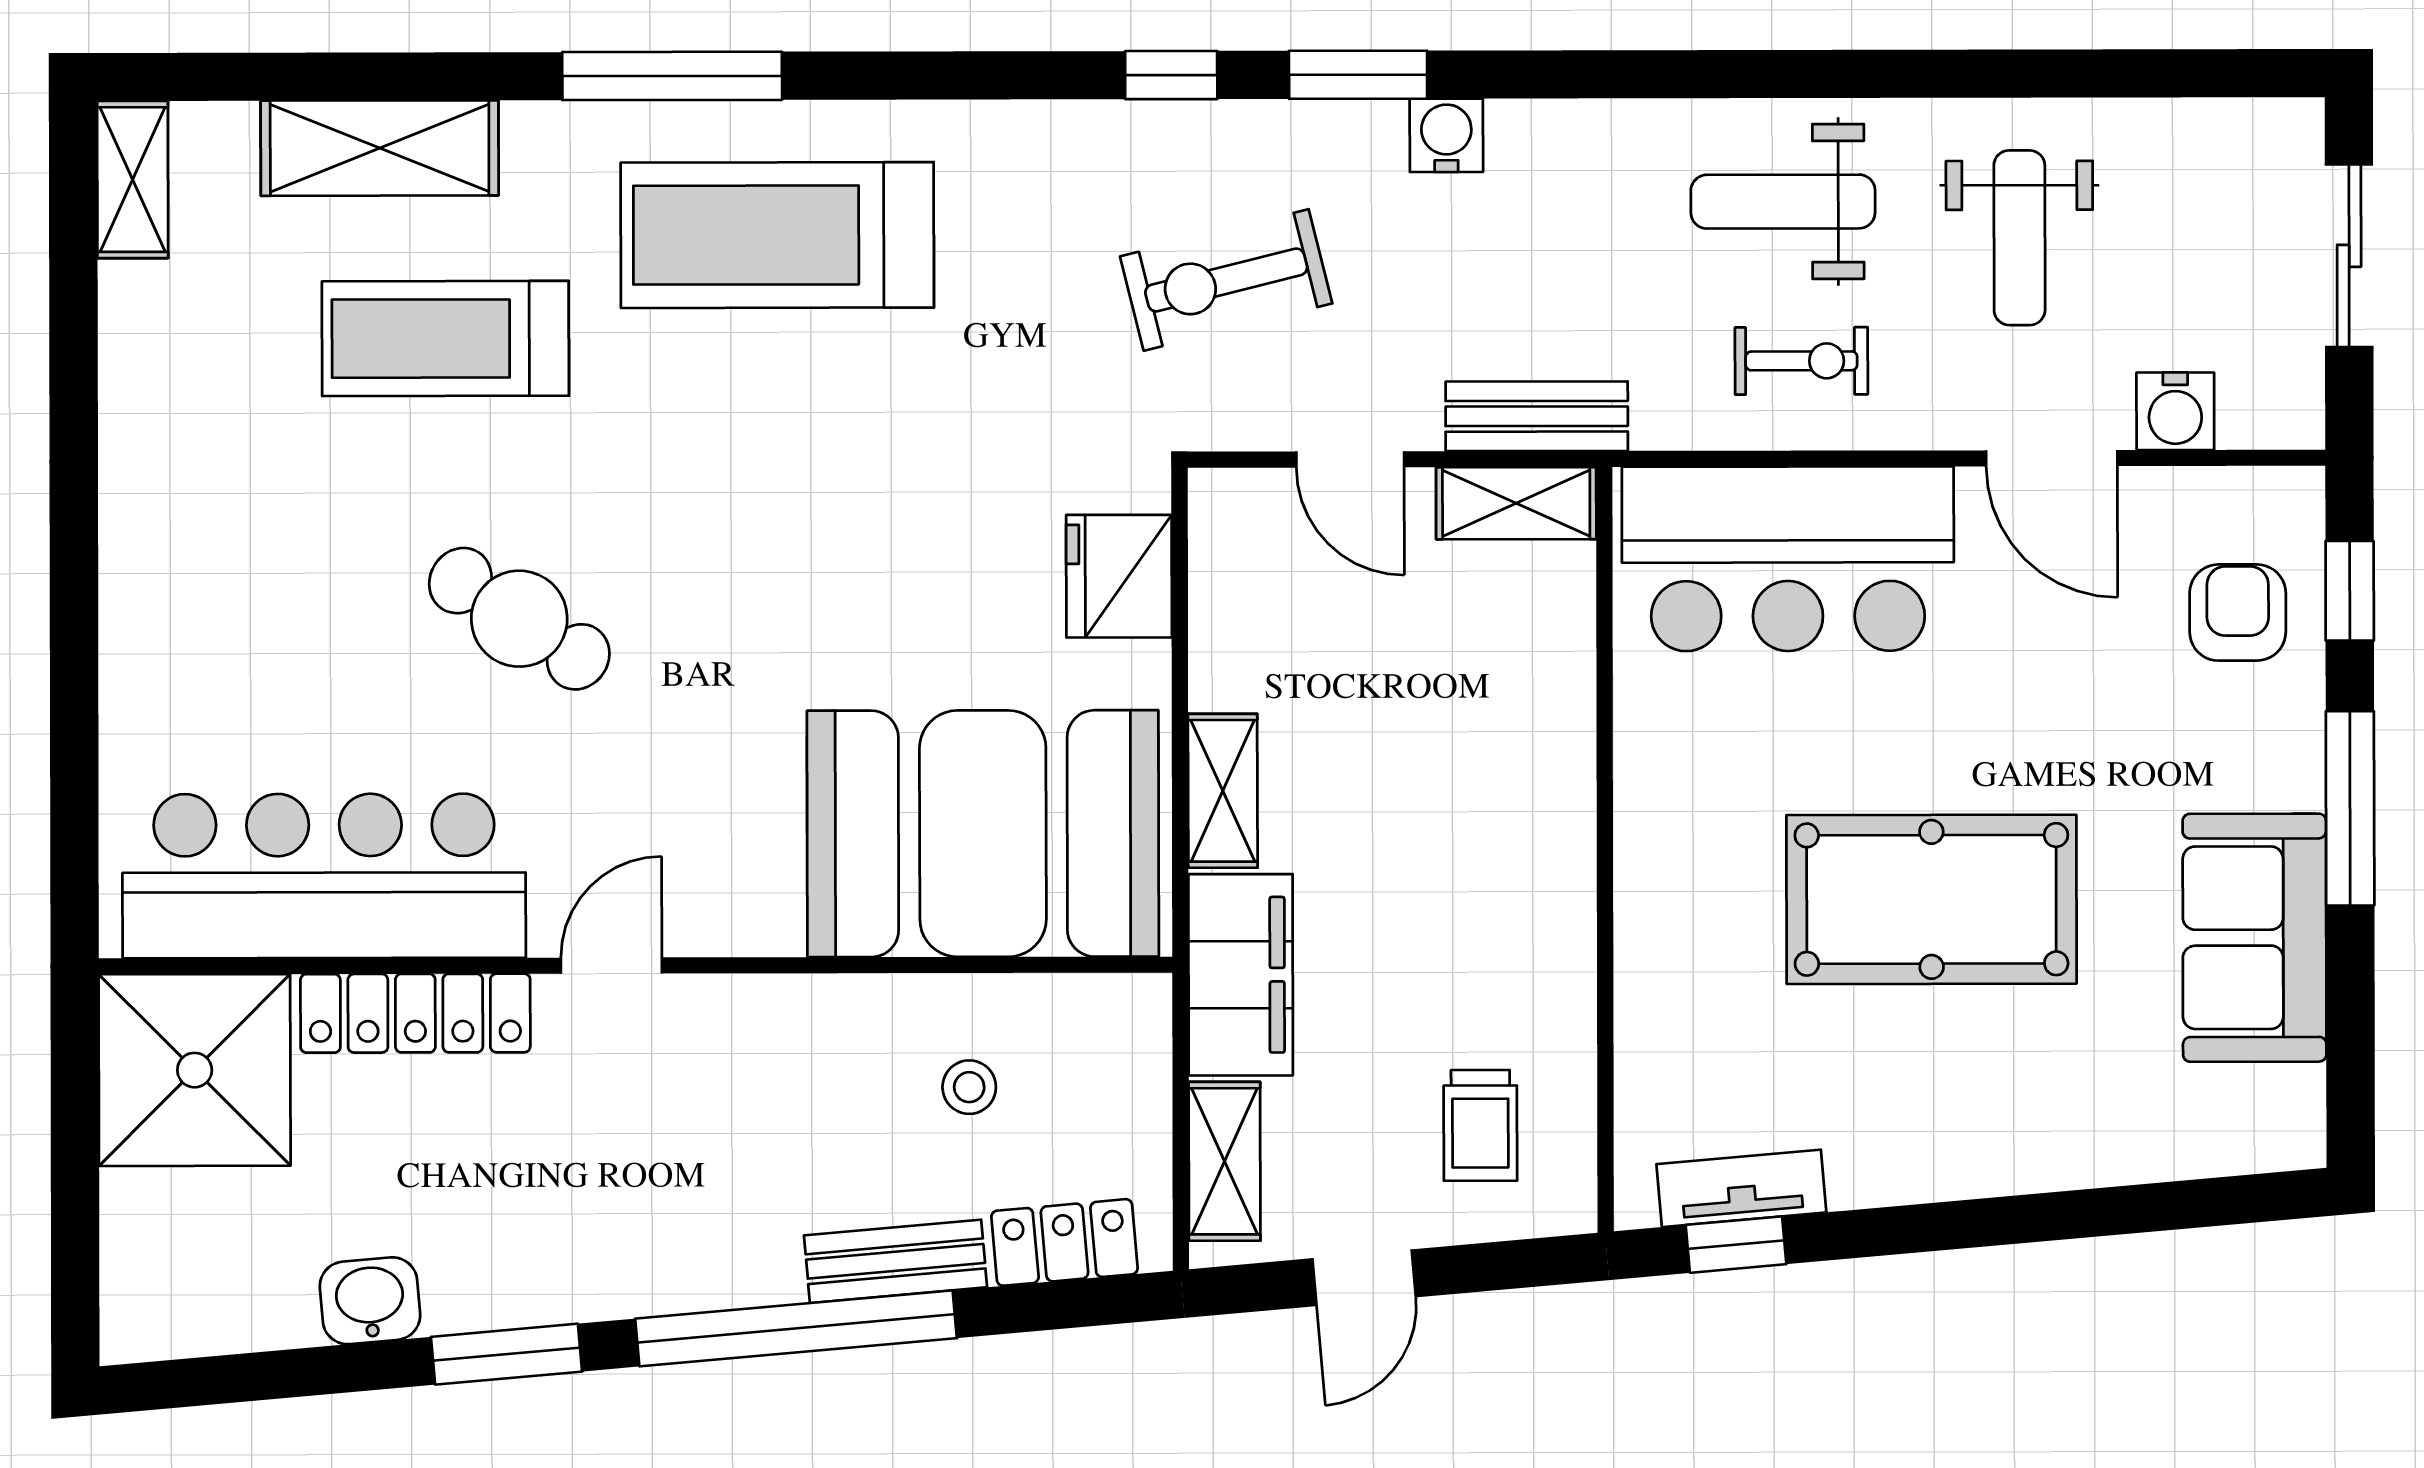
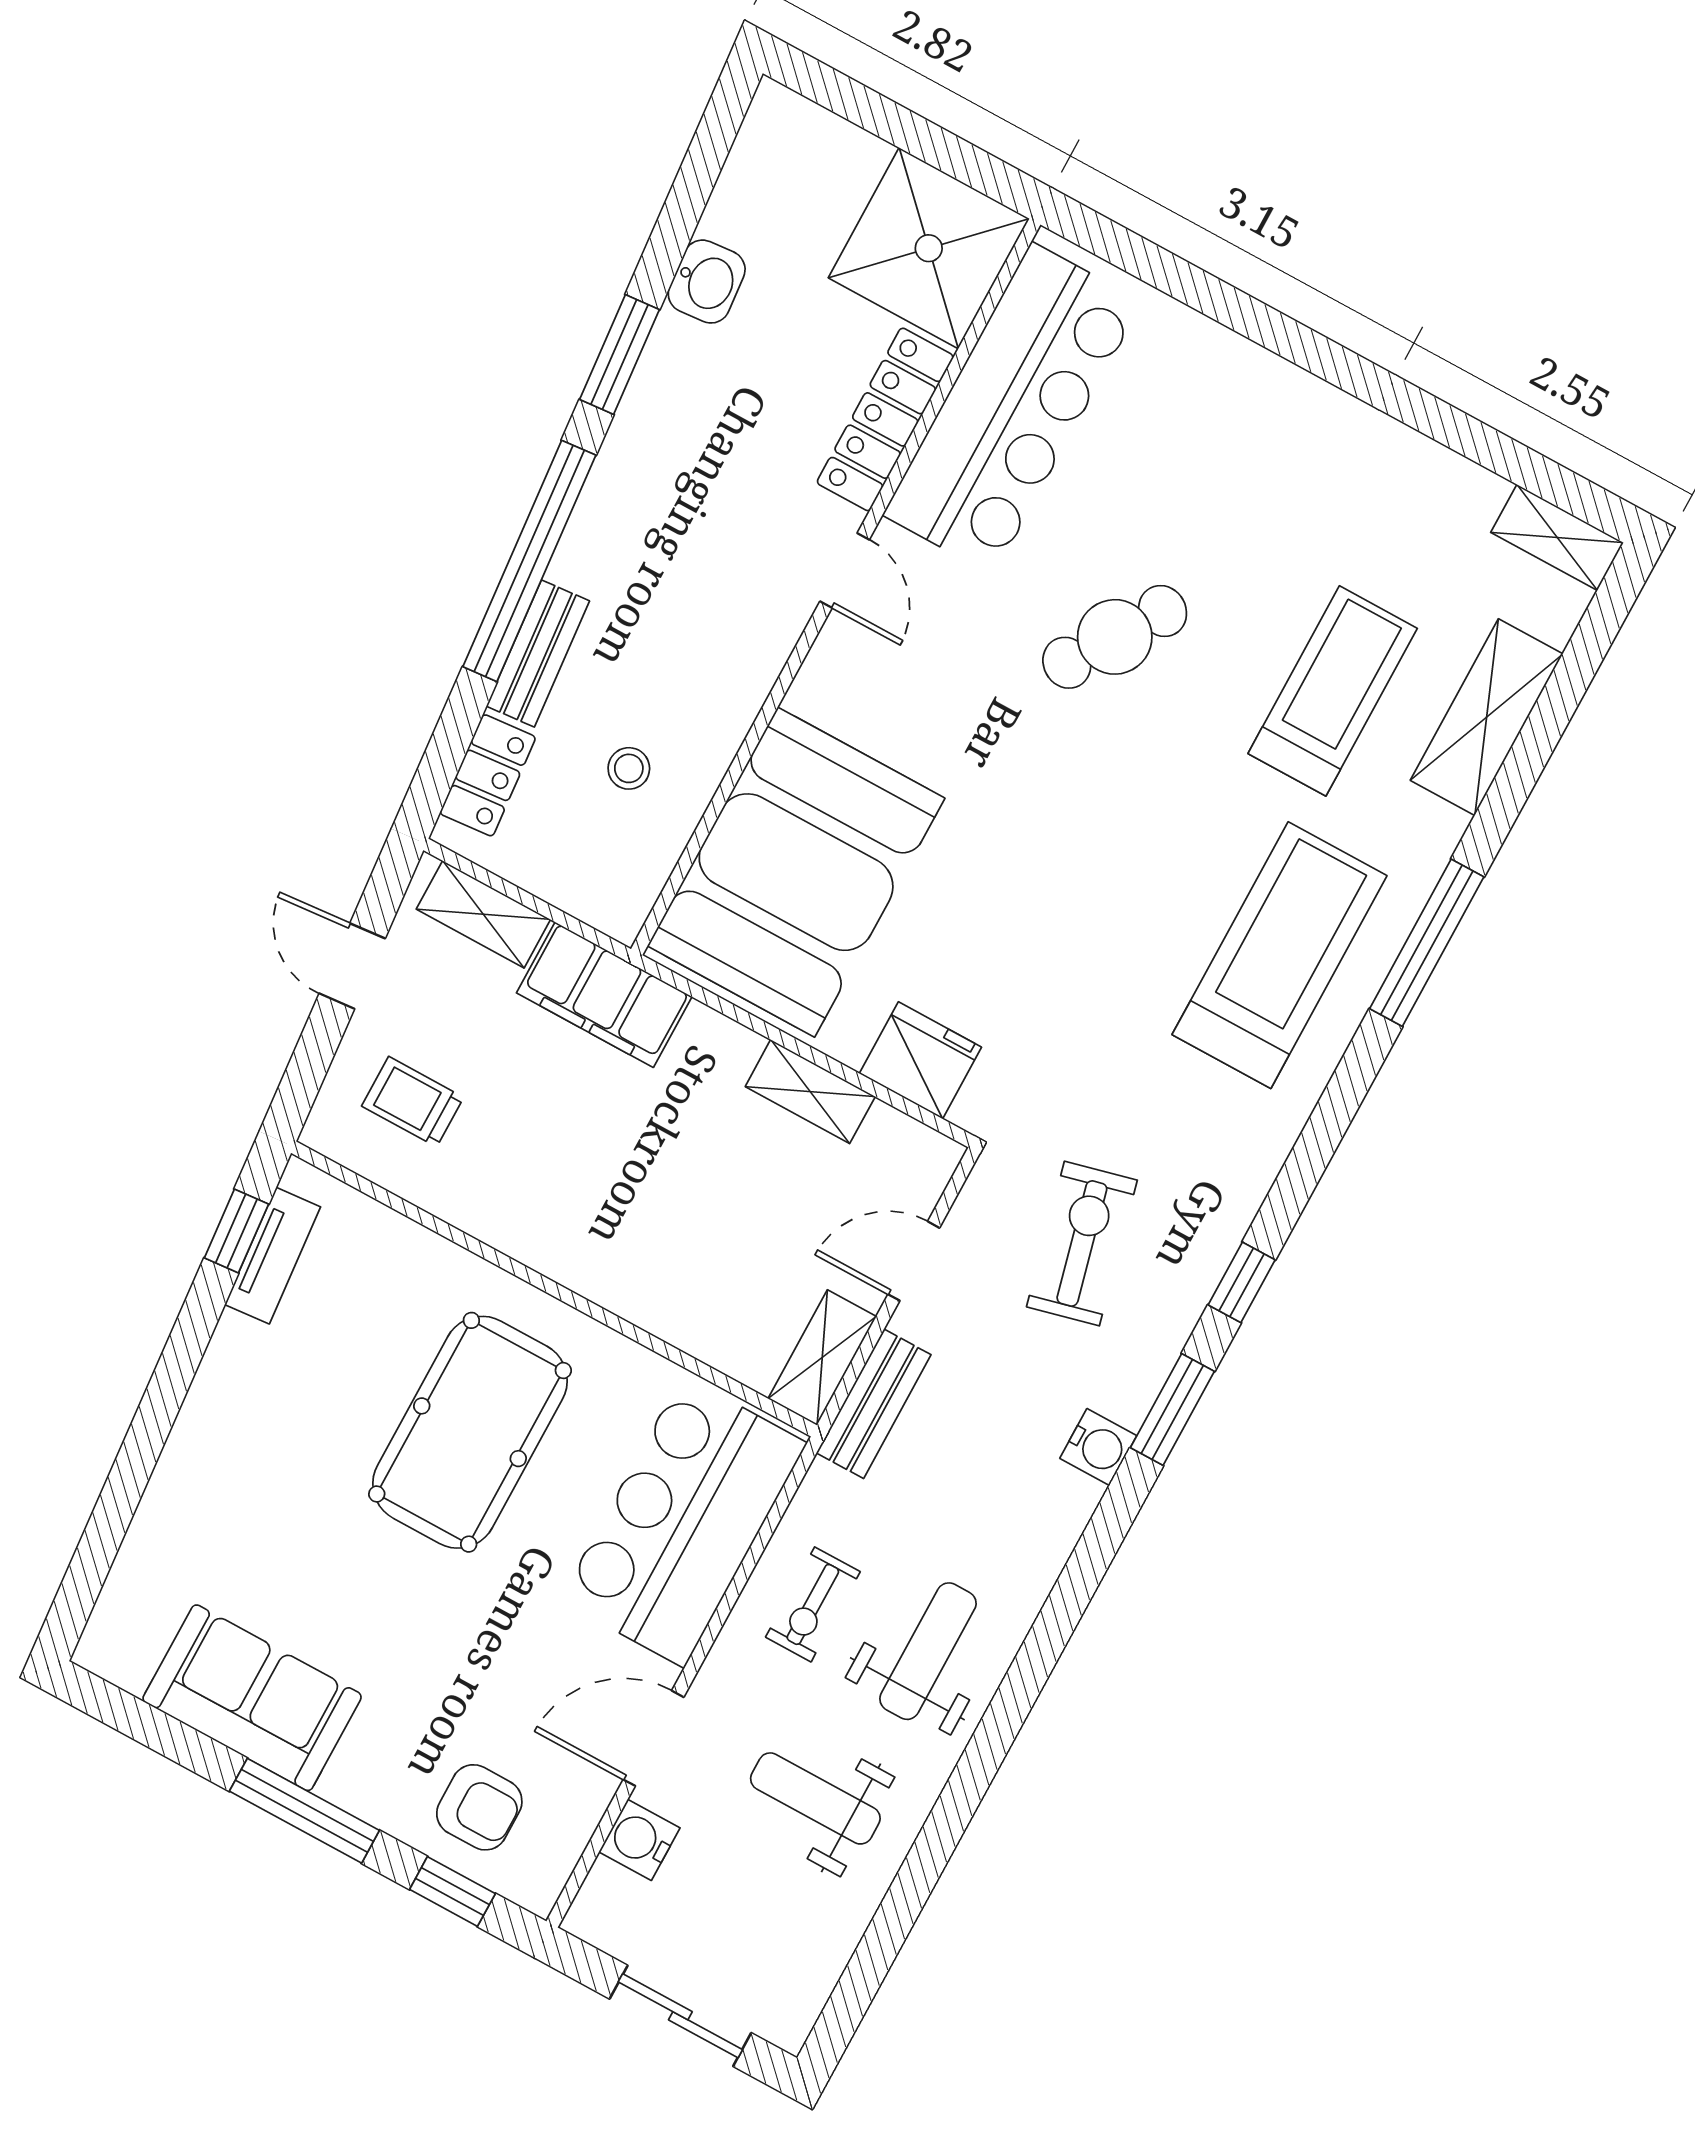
shelving: (1223, 791) -> (810, 1092), moved
pool table: (1931, 899) -> (470, 1432), moved

